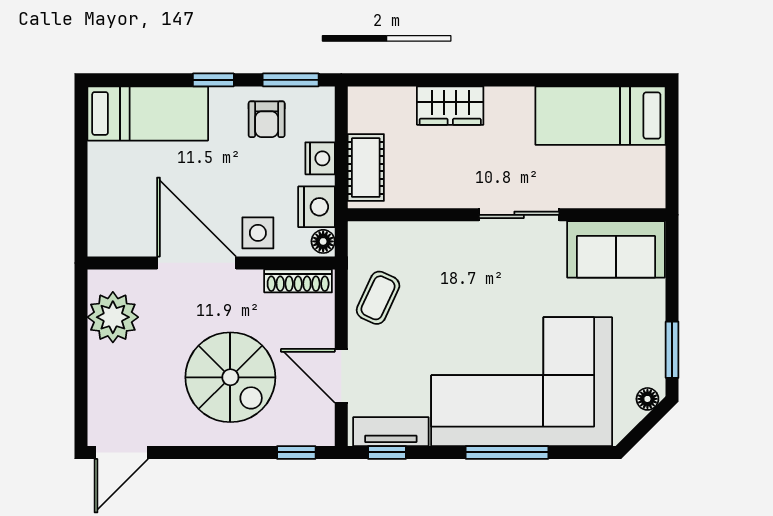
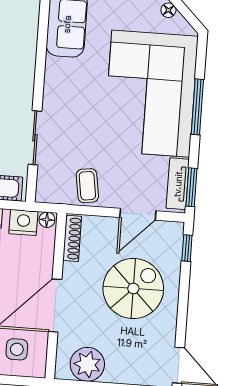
sliding door: (519, 215) -> (35, 138), moved
side table: (258, 233) -> (17, 349), moved
coffee table: (378, 298) -> (87, 186), turned 56
window: (387, 452) -> (191, 187), width x1.50

